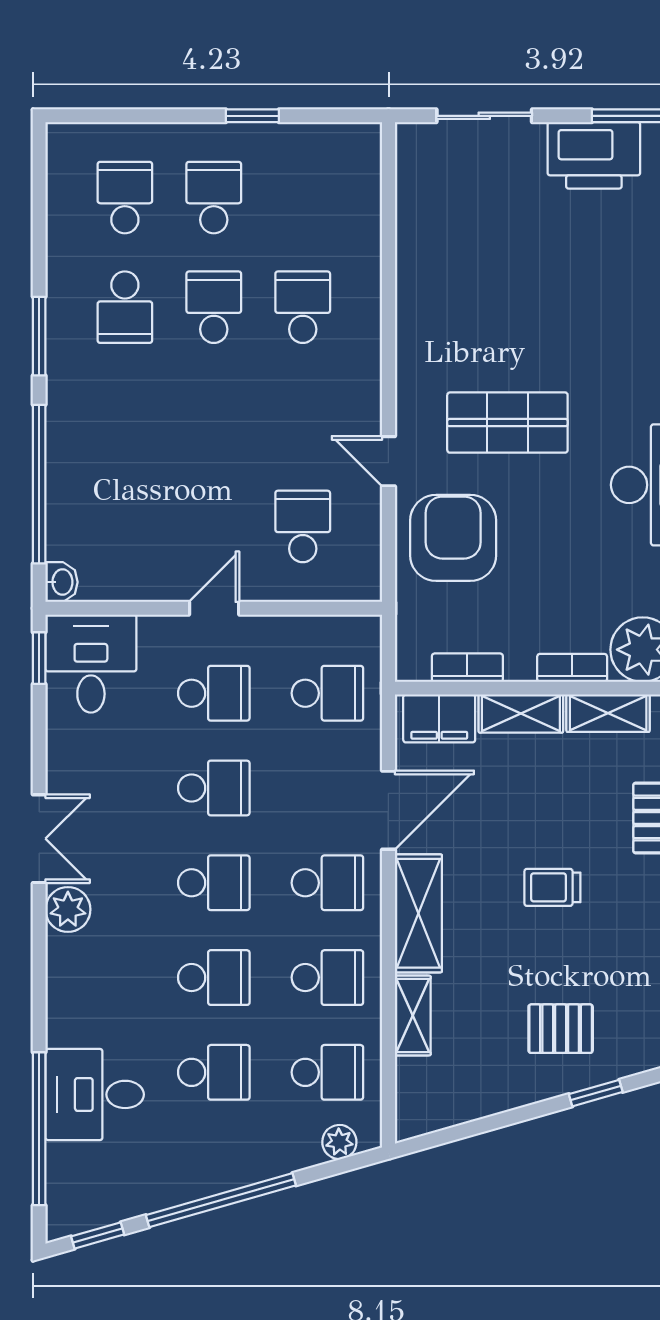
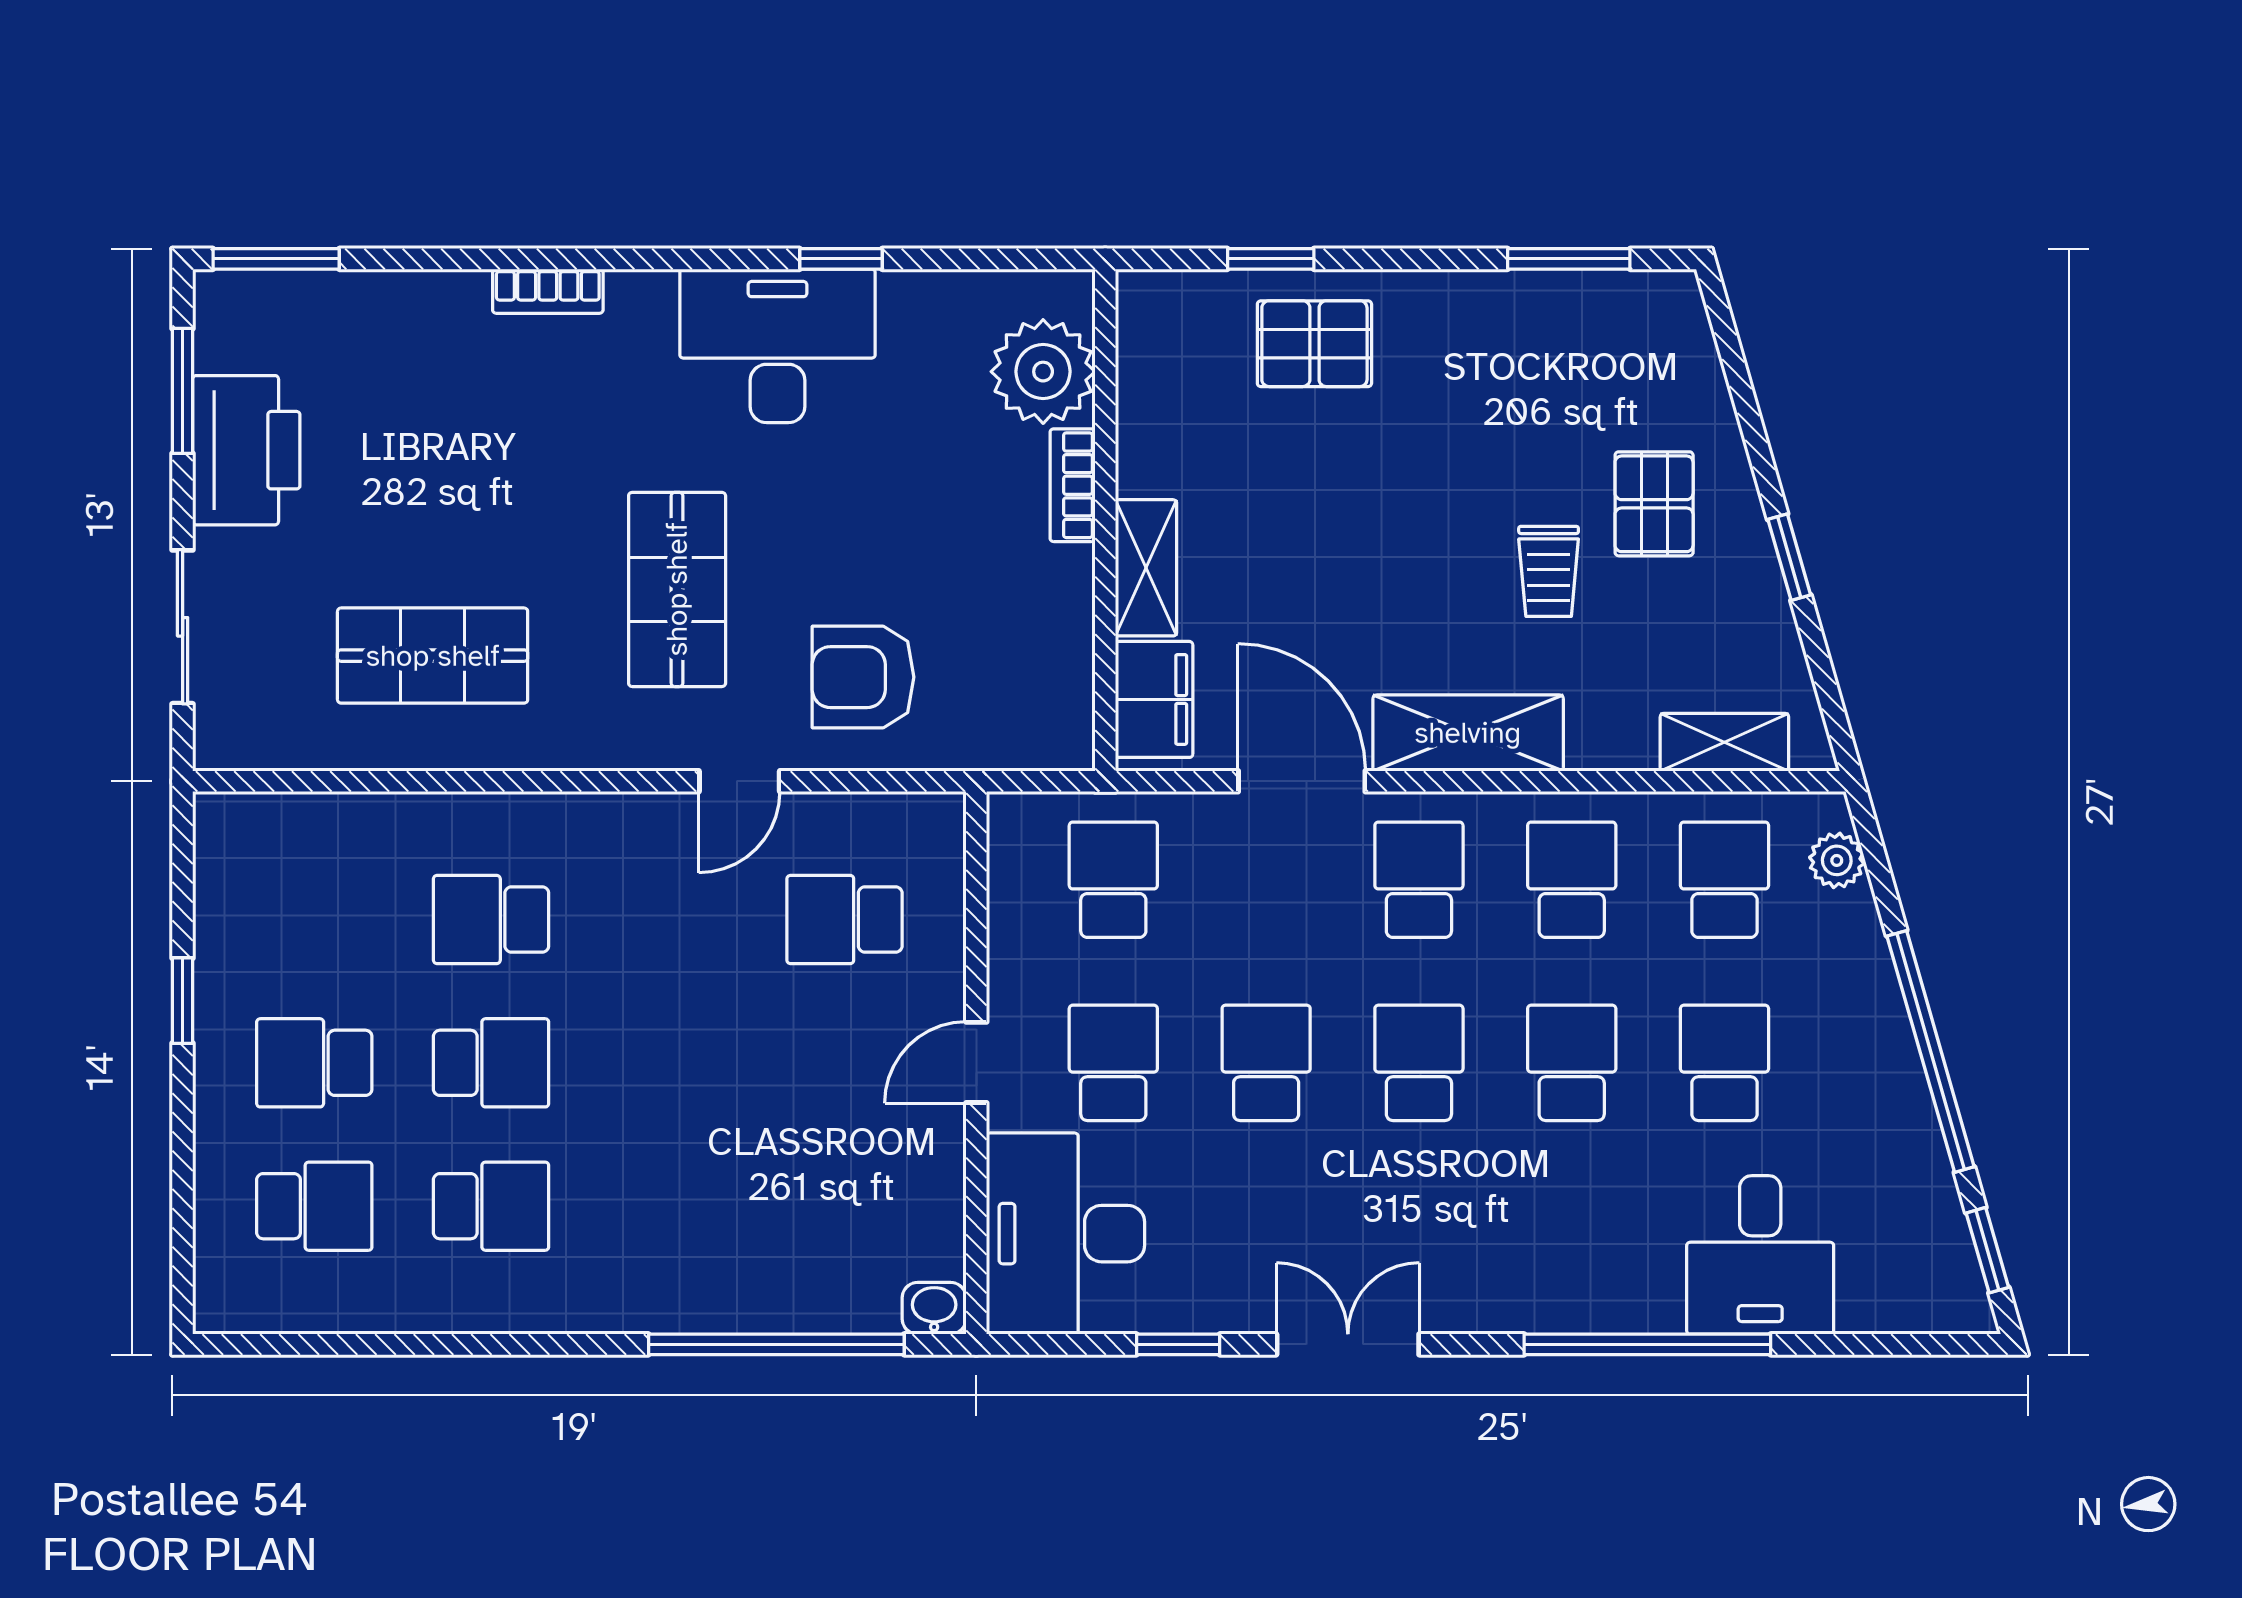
school desk: (125, 198) -> (314, 1206), turned 180
shop shelf: (466, 271) -> (433, 656), added
school desk: (214, 307) -> (491, 1063), turned 180
window: (39, 336) -> (538, 1344), removed
armchair: (453, 538) -> (863, 677), width x0.73, depth x0.73
door: (214, 608) -> (976, 1062), hinge flipped
window: (39, 658) -> (1178, 1344), moved
desk: (91, 664) -> (1066, 1234), width x1.37
bookcase: (467, 668) -> (1072, 654), removed
shelving: (608, 713) -> (1146, 427), removed
trolley: (552, 887) -> (1549, 571), moved
plant: (68, 909) -> (1462, 1298), removed
shelving: (413, 1016) -> (1724, 742), moved
window: (596, 1093) -> (1789, 557), moved
window: (39, 1129) -> (1647, 1344), moved

